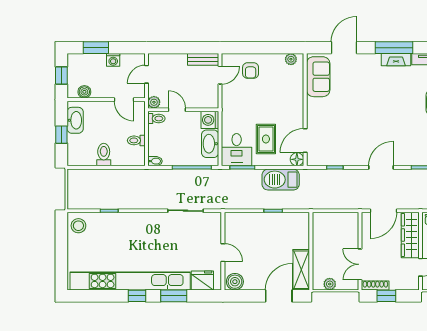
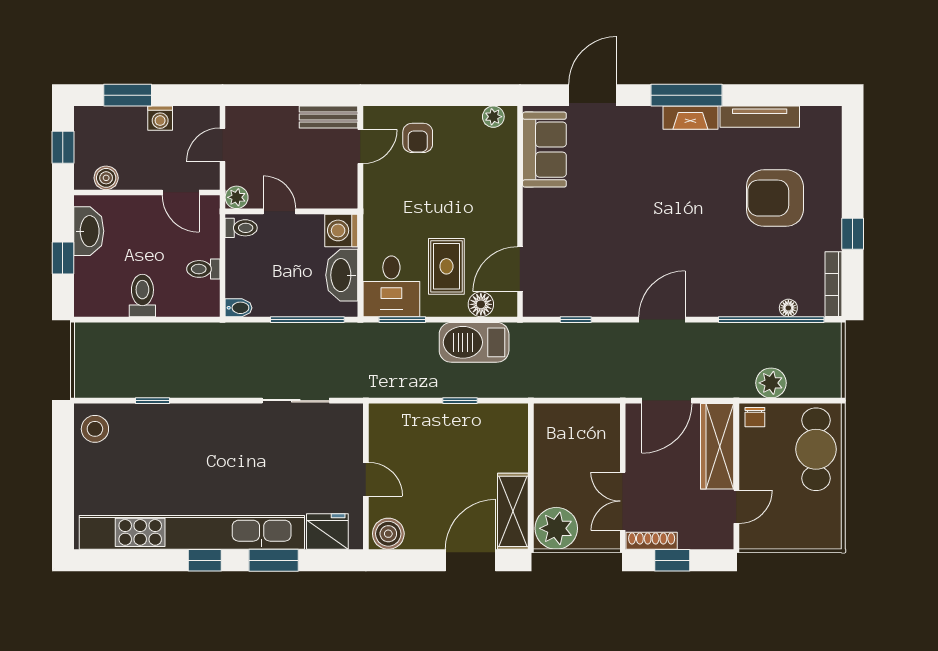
floor lamp: (297, 159) -> (481, 304), moved
plant: (330, 284) -> (556, 528), width x1.87, depth x1.87

